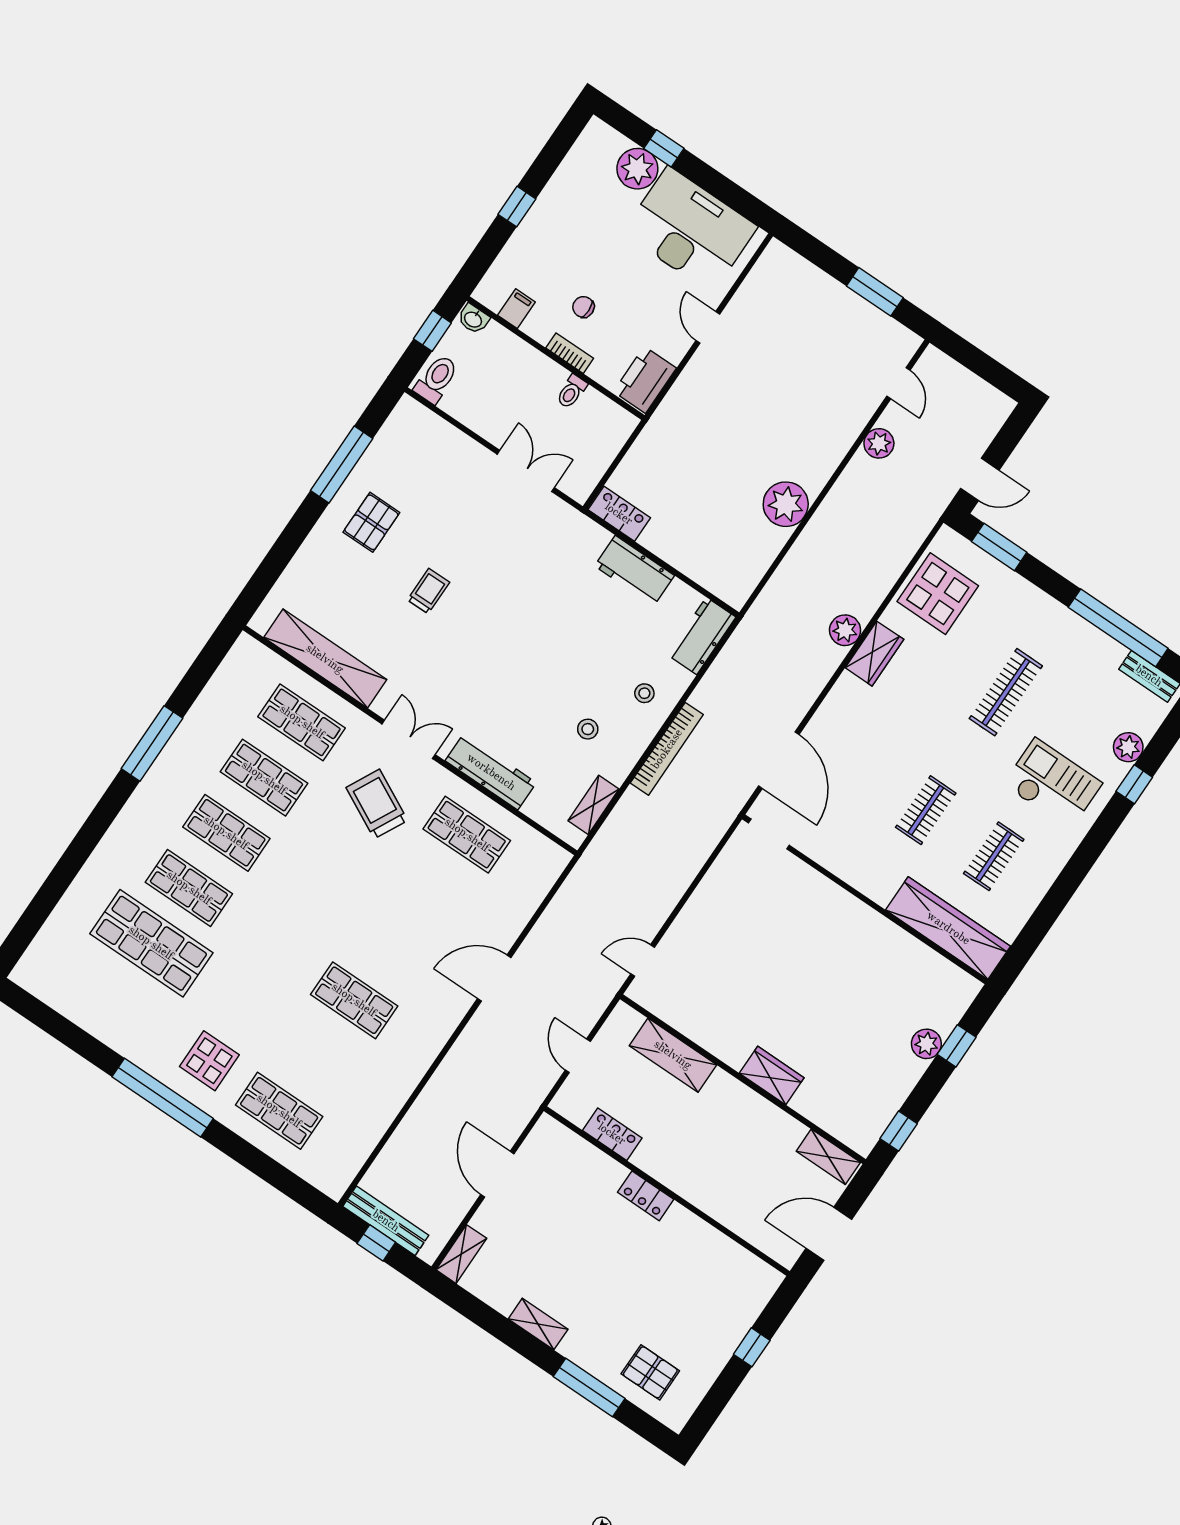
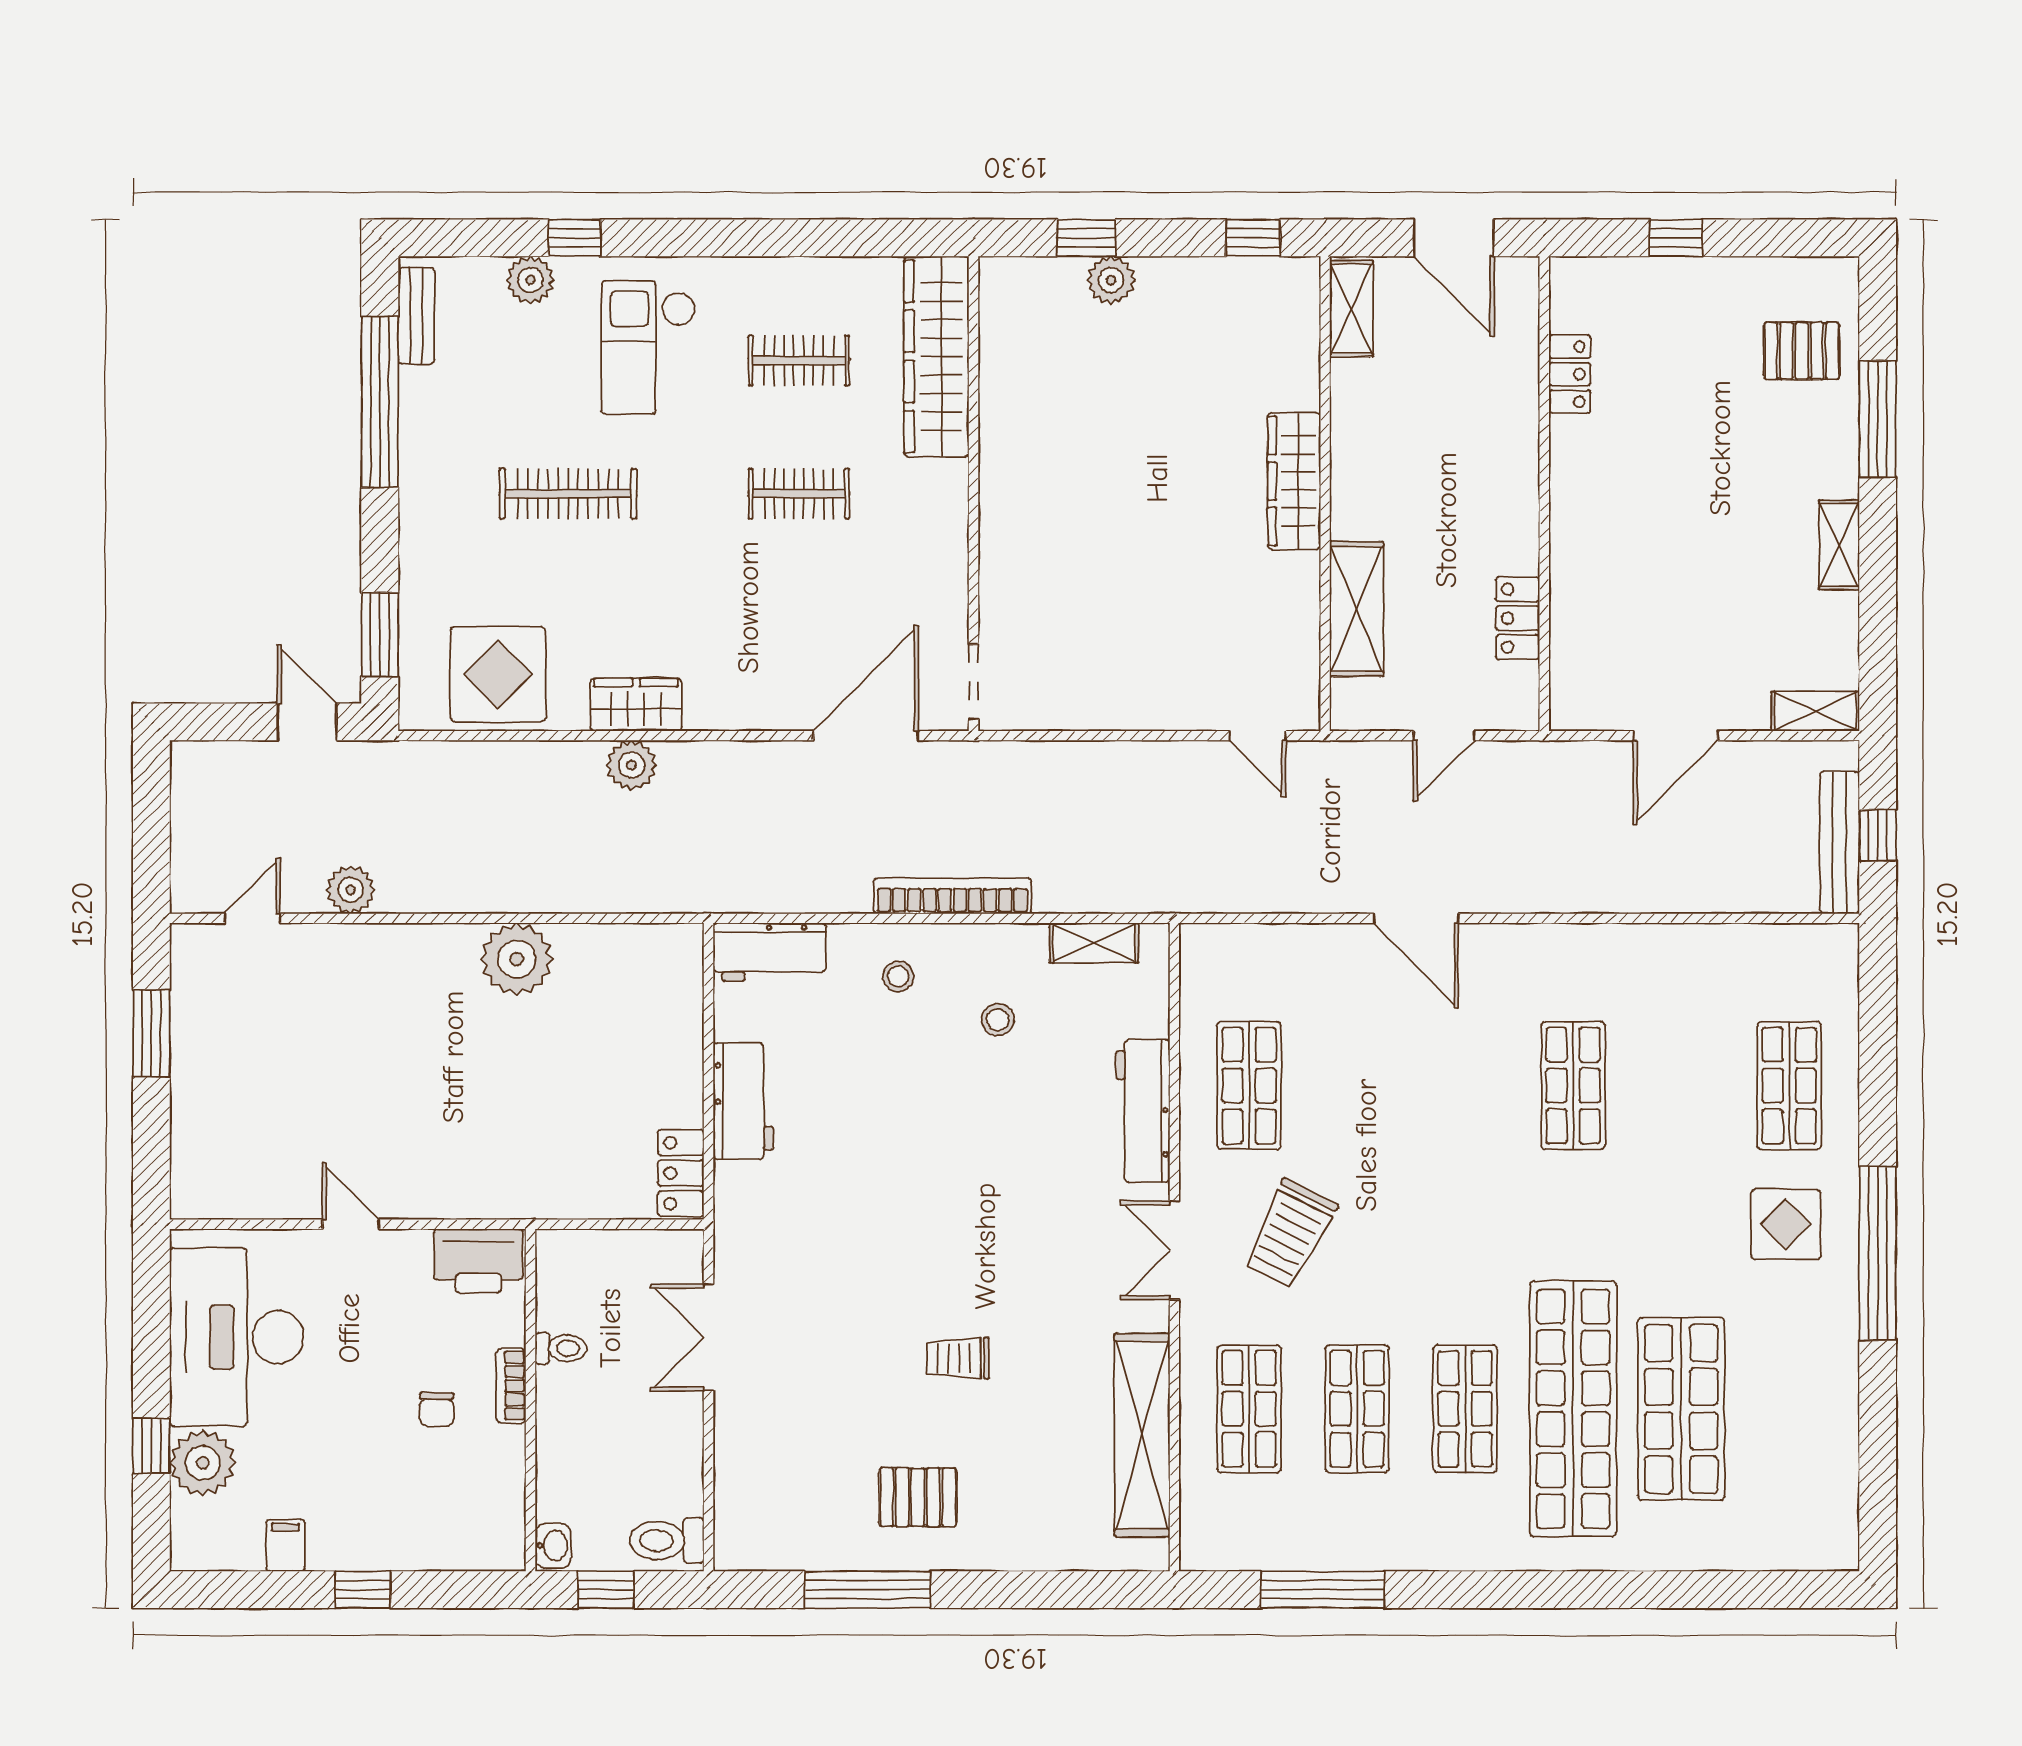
filing cabinet: (516, 309) -> (286, 1545), moved, turned 90
door: (708, 327) -> (351, 1224), swing flipped
window: (152, 743) -> (1323, 1590), moved
shop shelf: (189, 888) -> (1573, 1409), width x2.00, depth x1.36
wardrobe: (772, 1076) -> (1294, 481), width x1.50
locker: (646, 1196) -> (1570, 374), moved
pallet: (650, 1372) -> (1802, 351), turned 90

